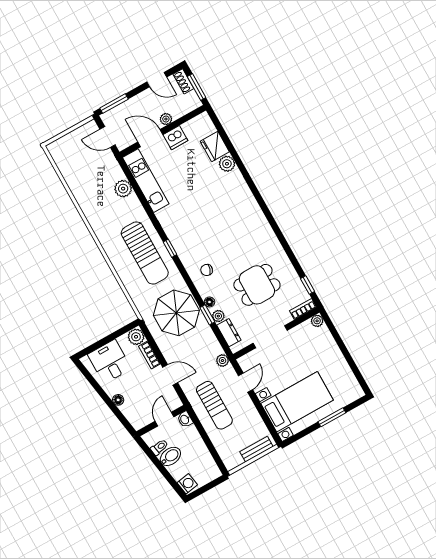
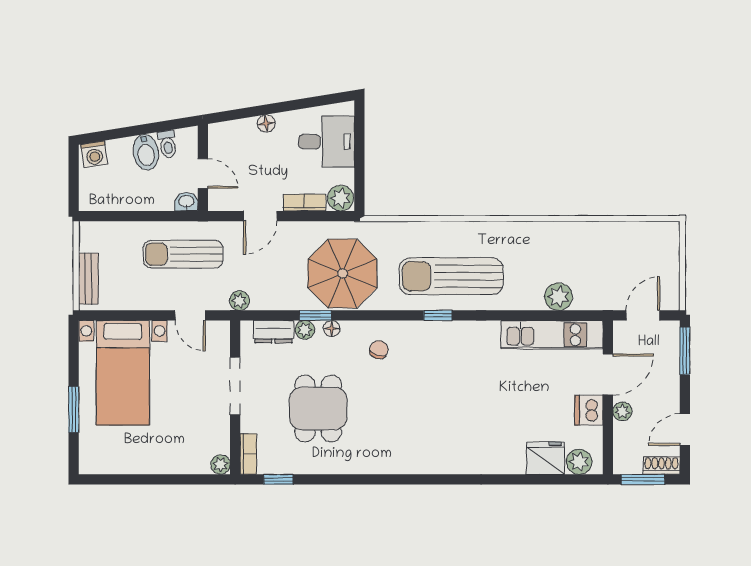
plant: (227, 164) -> (579, 462), moved

